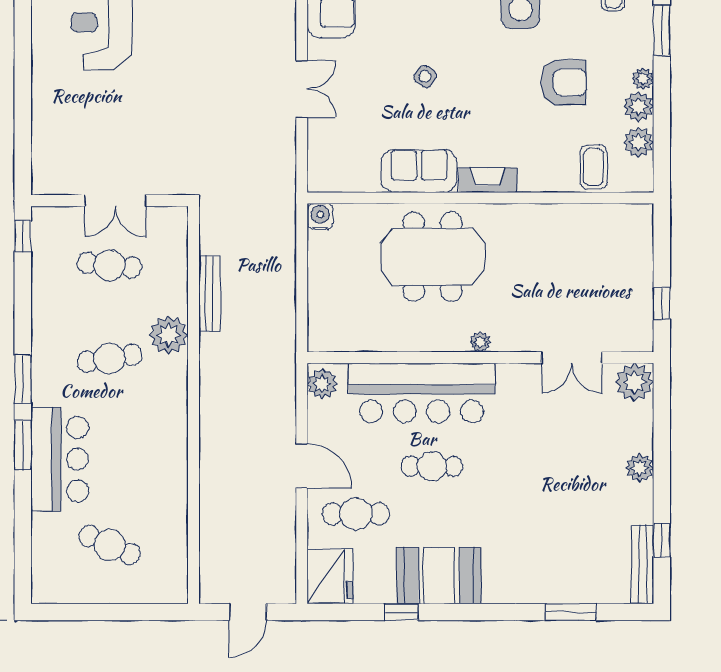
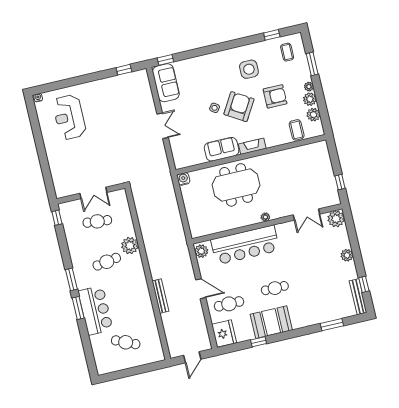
armchair: (479, 86) -> (239, 107), added
bench: (209, 293) -> (160, 296), moved
cafe table: (432, 466) -> (275, 288), moved

